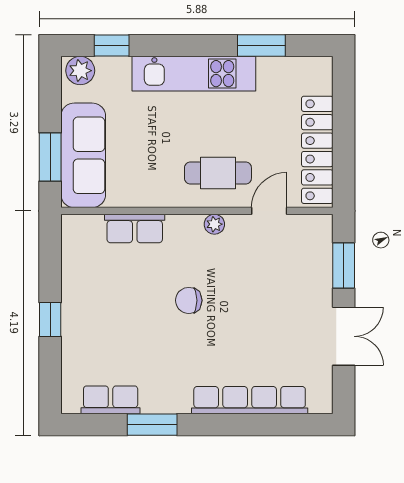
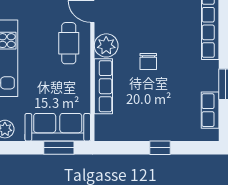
plant: (214, 224) -> (106, 45), width x1.88, depth x1.88
row of seats: (135, 228) -> (103, 86), width x1.48

